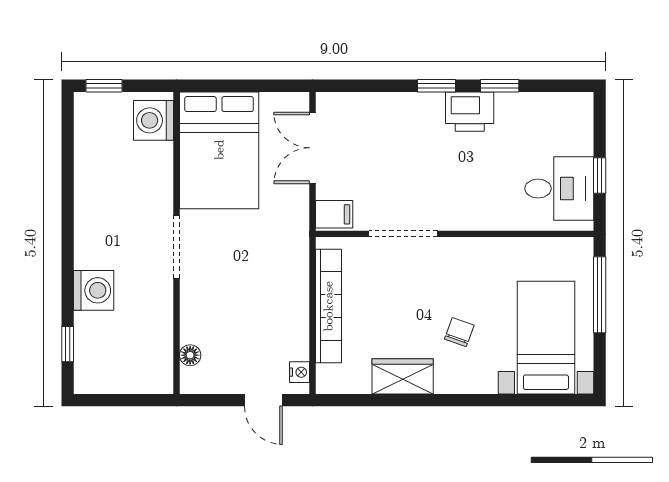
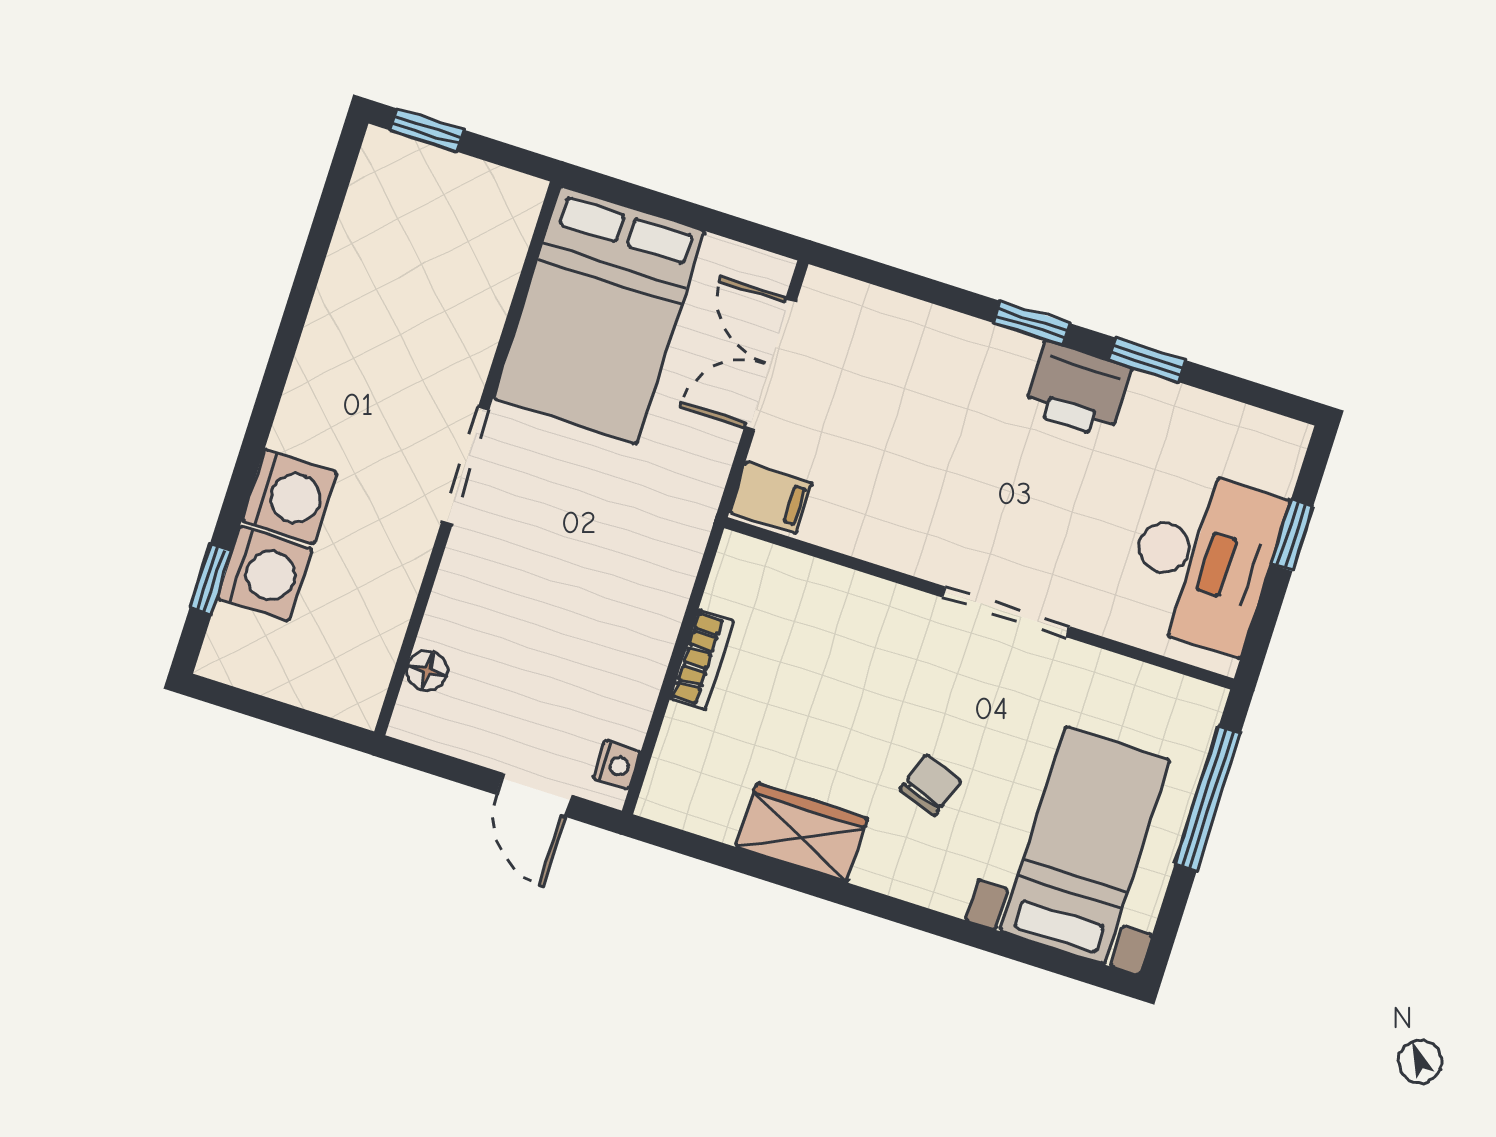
washing machine: (154, 120) -> (265, 574), moved, turned 180
window: (600, 176) -> (1292, 535), moved
desk: (559, 189) -> (1203, 560), width x1.37
doorway: (403, 234) -> (1006, 612), moved
bookcase: (328, 306) -> (702, 660), width x0.43, depth x0.76

